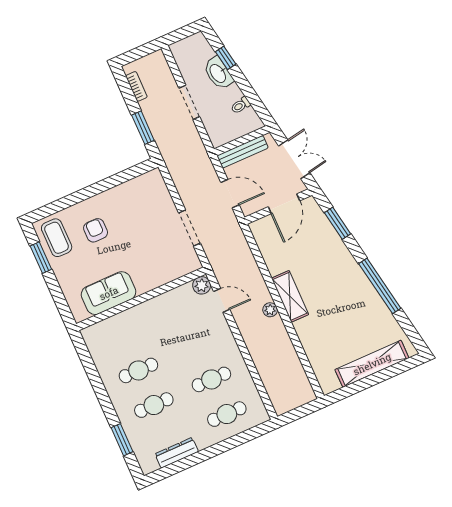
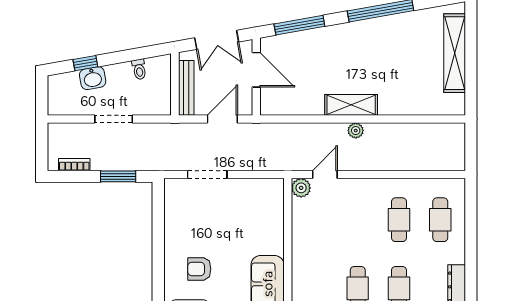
washbasin: (218, 73) -> (93, 78), width x0.72
double door: (294, 159) -> (217, 40), swing flipped
window: (337, 223) -> (299, 25), width x1.44
doorway: (189, 228) -> (207, 175), moved

